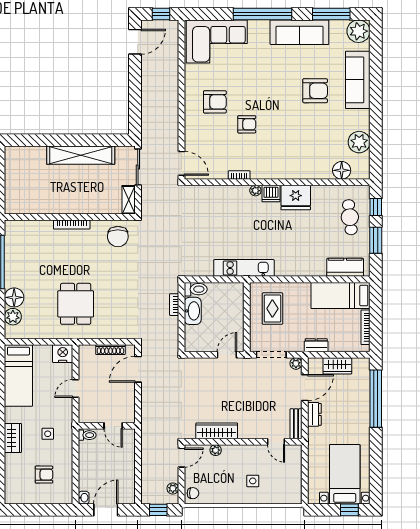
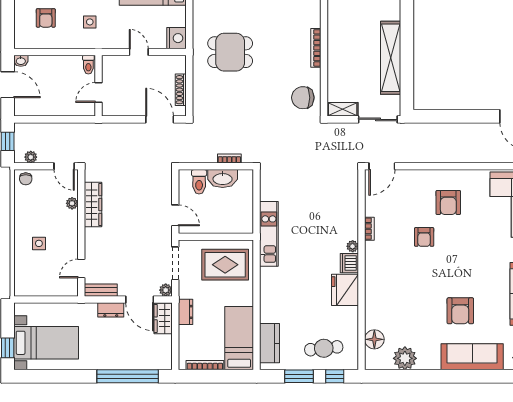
toilet: (196, 289) -> (199, 182), moved
rug: (272, 309) -> (225, 265), width x1.36, depth x1.43
wardrobe: (337, 366) -> (163, 318), moved

